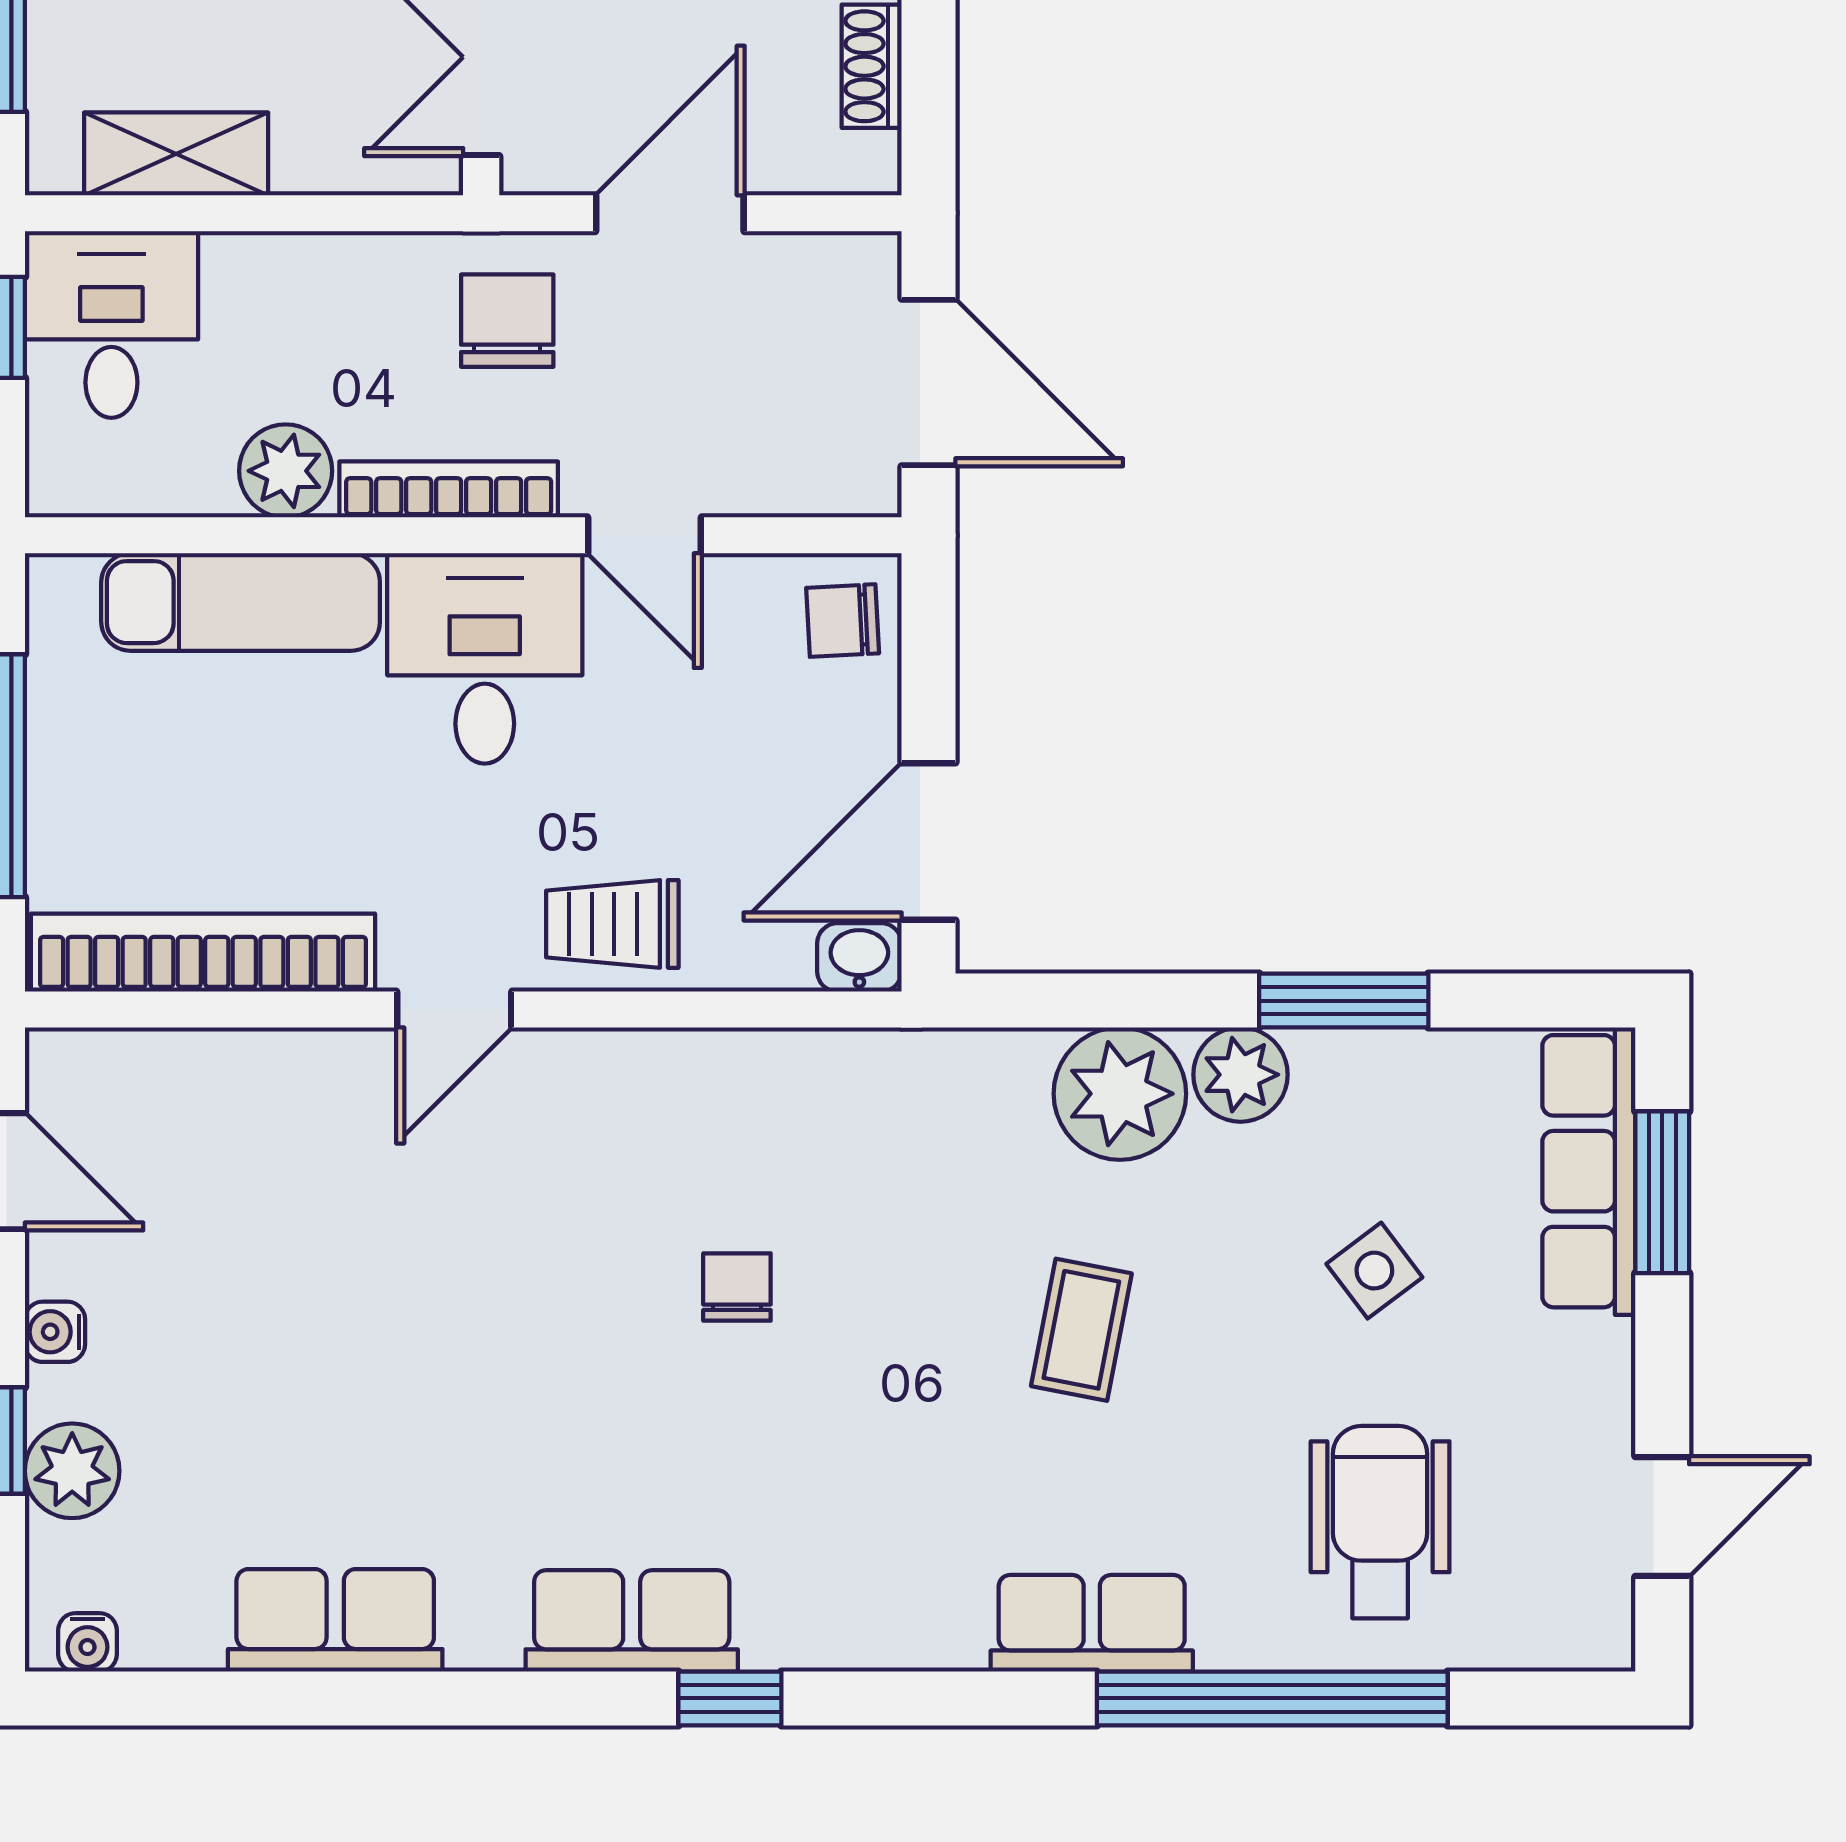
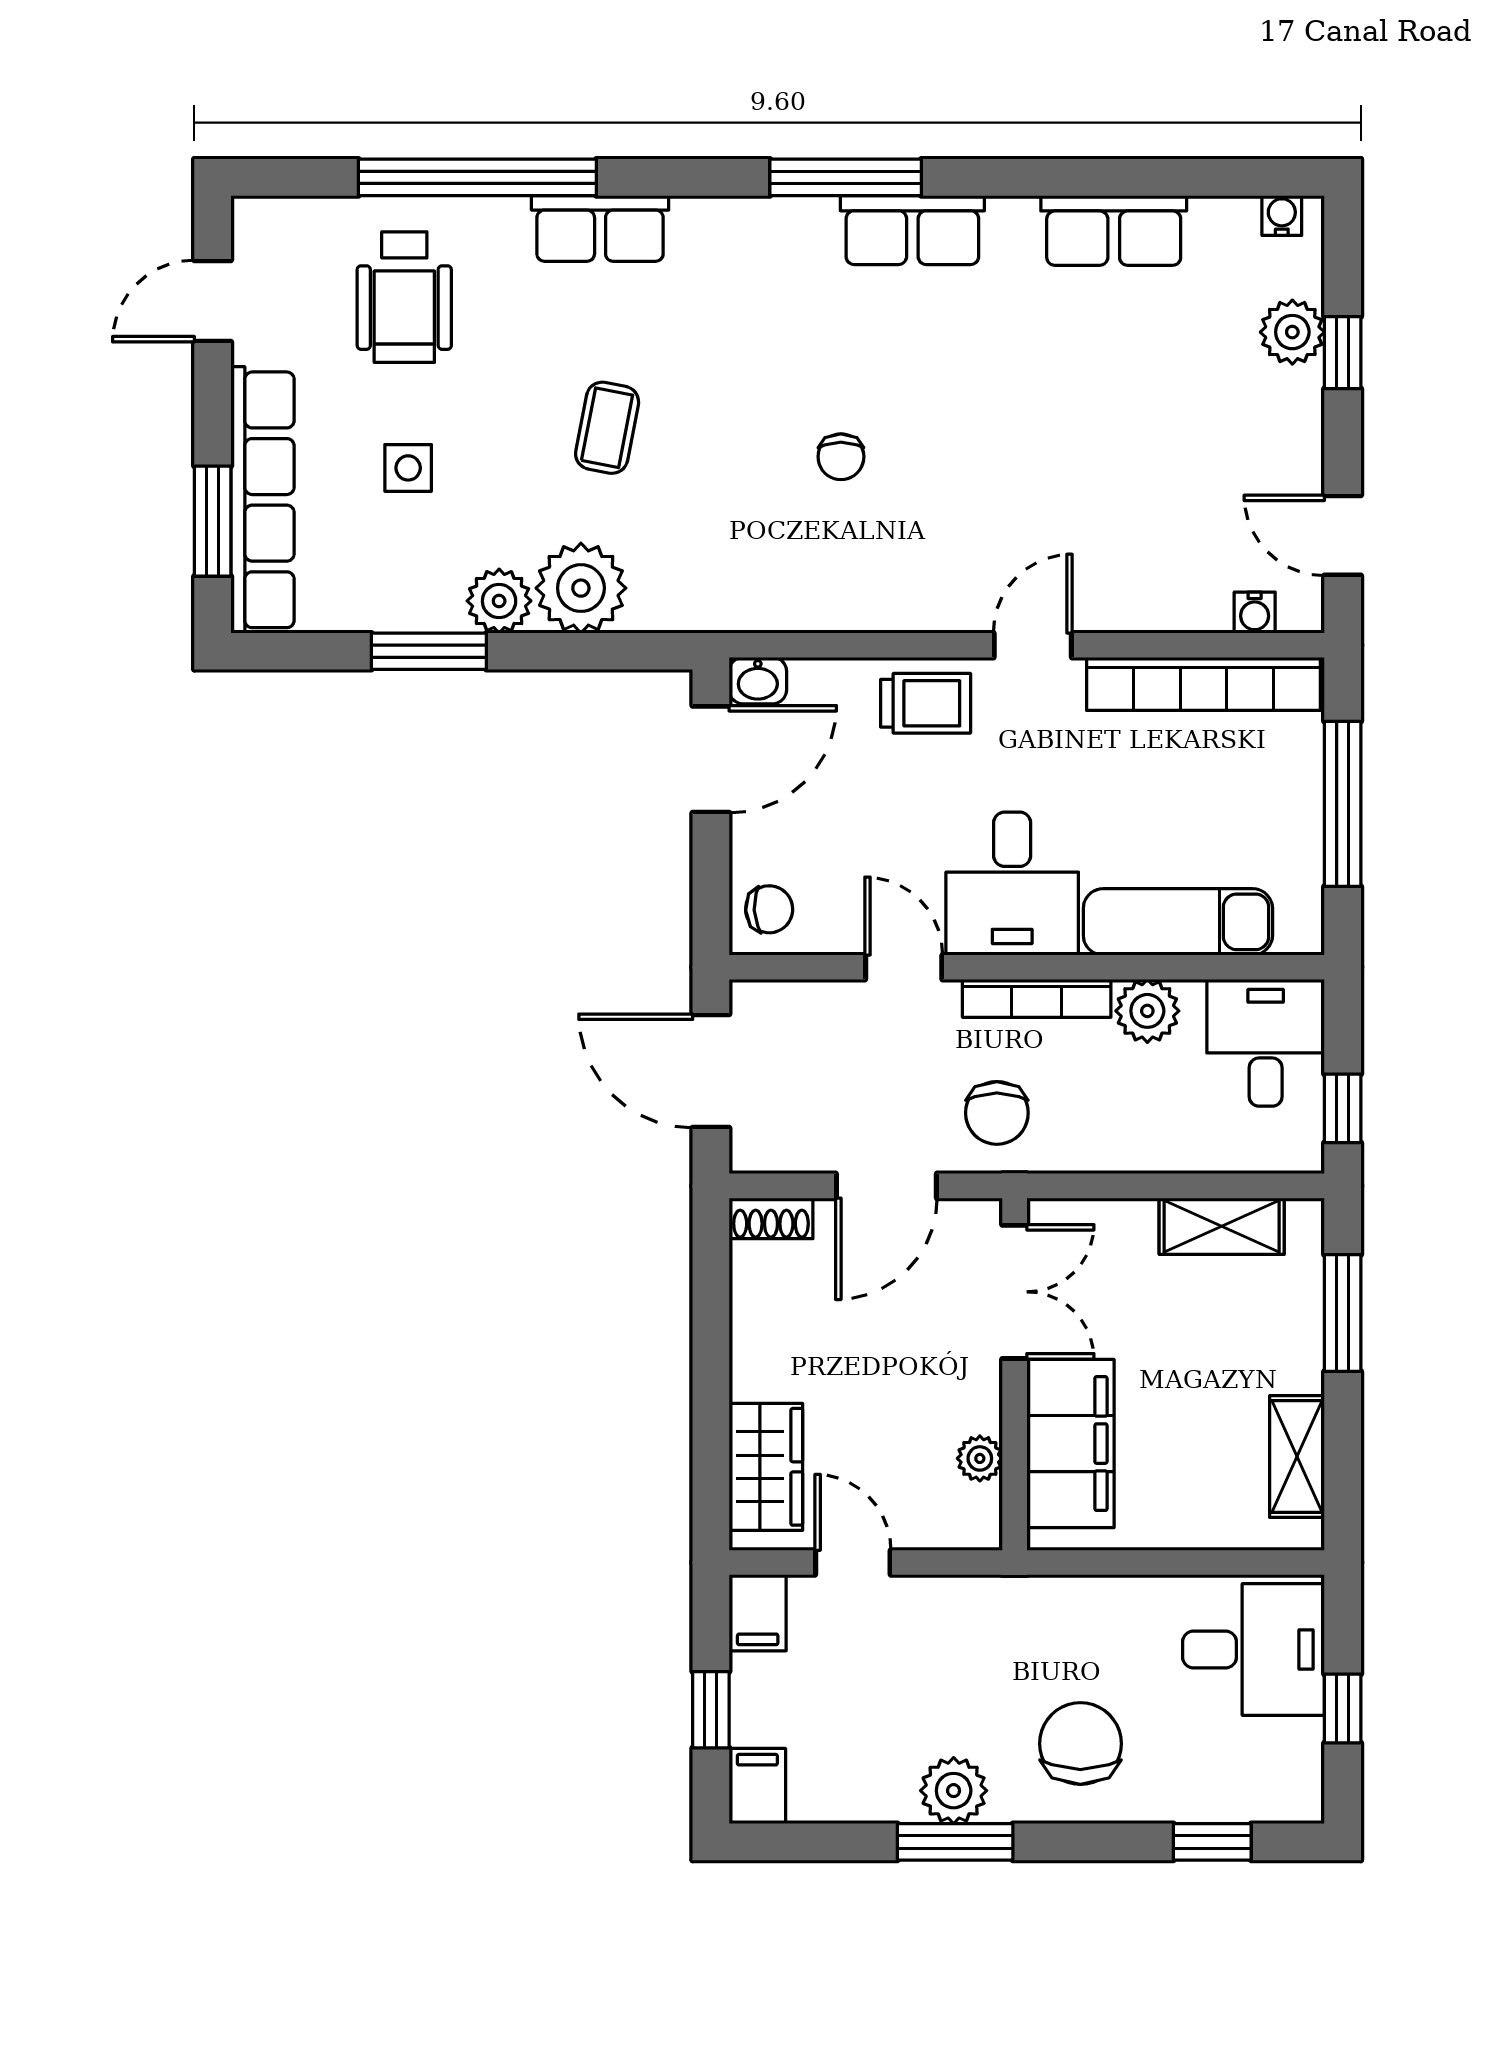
shoe rack: (872, 66) -> (771, 1218), moved, turned 90
desk: (111, 325) -> (1266, 1043), moved, turned 180
row of seats: (1589, 1171) -> (263, 500), width x1.36
side table: (1374, 1271) -> (408, 468), turned 37
water cooler: (55, 1332) -> (1255, 613), moved, turned 90
window: (730, 1698) -> (846, 177), width x2.17

